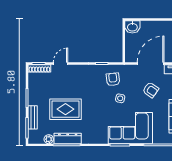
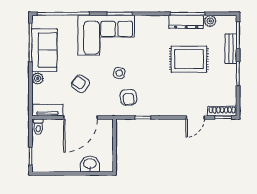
washbasin: (132, 27) -> (90, 164), moved

